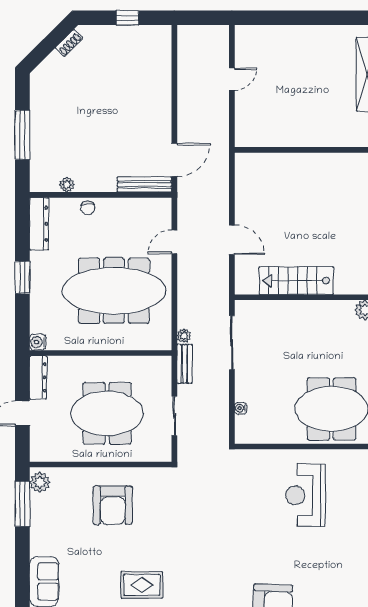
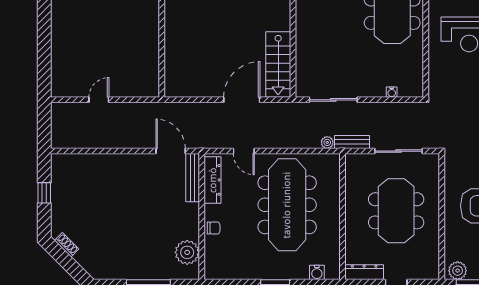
door: (232, 79) -> (99, 100), hinge flipped
plant: (67, 185) -> (187, 252), width x1.87, depth x1.87
dresser: (39, 224) -> (213, 180), moved, turned 90
door: (232, 240) -> (242, 100), width x1.36
stairs: (296, 281) -> (278, 65), moved
water cooler: (38, 342) -> (317, 272), moved
sliding door: (174, 416) -> (399, 151), width x1.37

